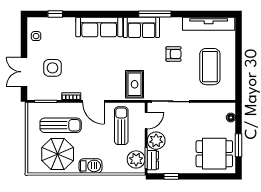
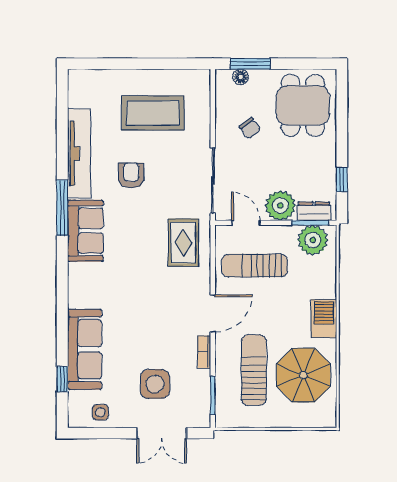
tv unit: (209, 24) -> (79, 153), moved
sofa: (99, 27) -> (85, 349), moved
rug: (135, 84) -> (183, 243), turned 90
chair: (201, 123) -> (250, 128), added
window: (238, 145) -> (250, 64), moved

